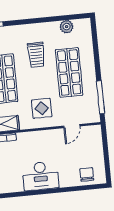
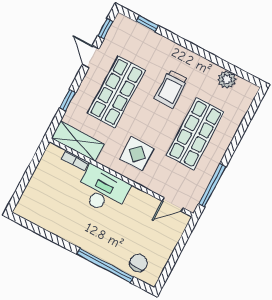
door: (72, 126) -> (173, 204), moved
desk: (41, 176) -> (102, 190), moved, turned 180
window: (67, 189) -> (105, 265), added

